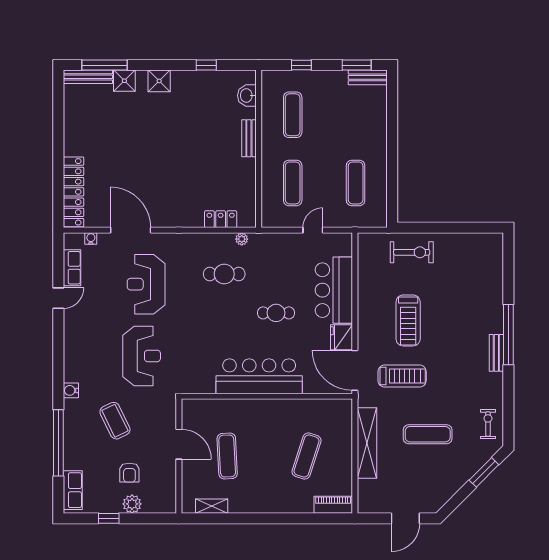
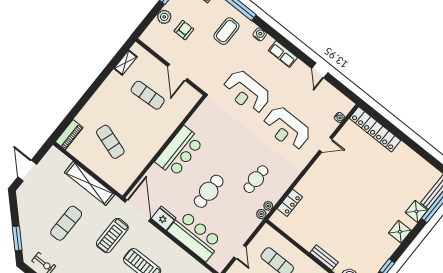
door: (131, 230) -> (326, 145), width x0.53
plant: (256, 239) -> (261, 214), added
row of seats: (72, 268) -> (283, 54), moved
reception desk: (146, 284) -> (287, 128), turned 180
cafe table: (276, 313) -> (209, 191), width x1.37, depth x1.35
door: (355, 370) -> (138, 210), hinge flipped
bar counter: (259, 376) -> (179, 152), width x0.73
coffee table: (115, 421) -> (226, 31), moved, turned -64
door: (179, 444) -> (177, 72), hinge flipped
armchair: (129, 473) -> (184, 30), turned 90

